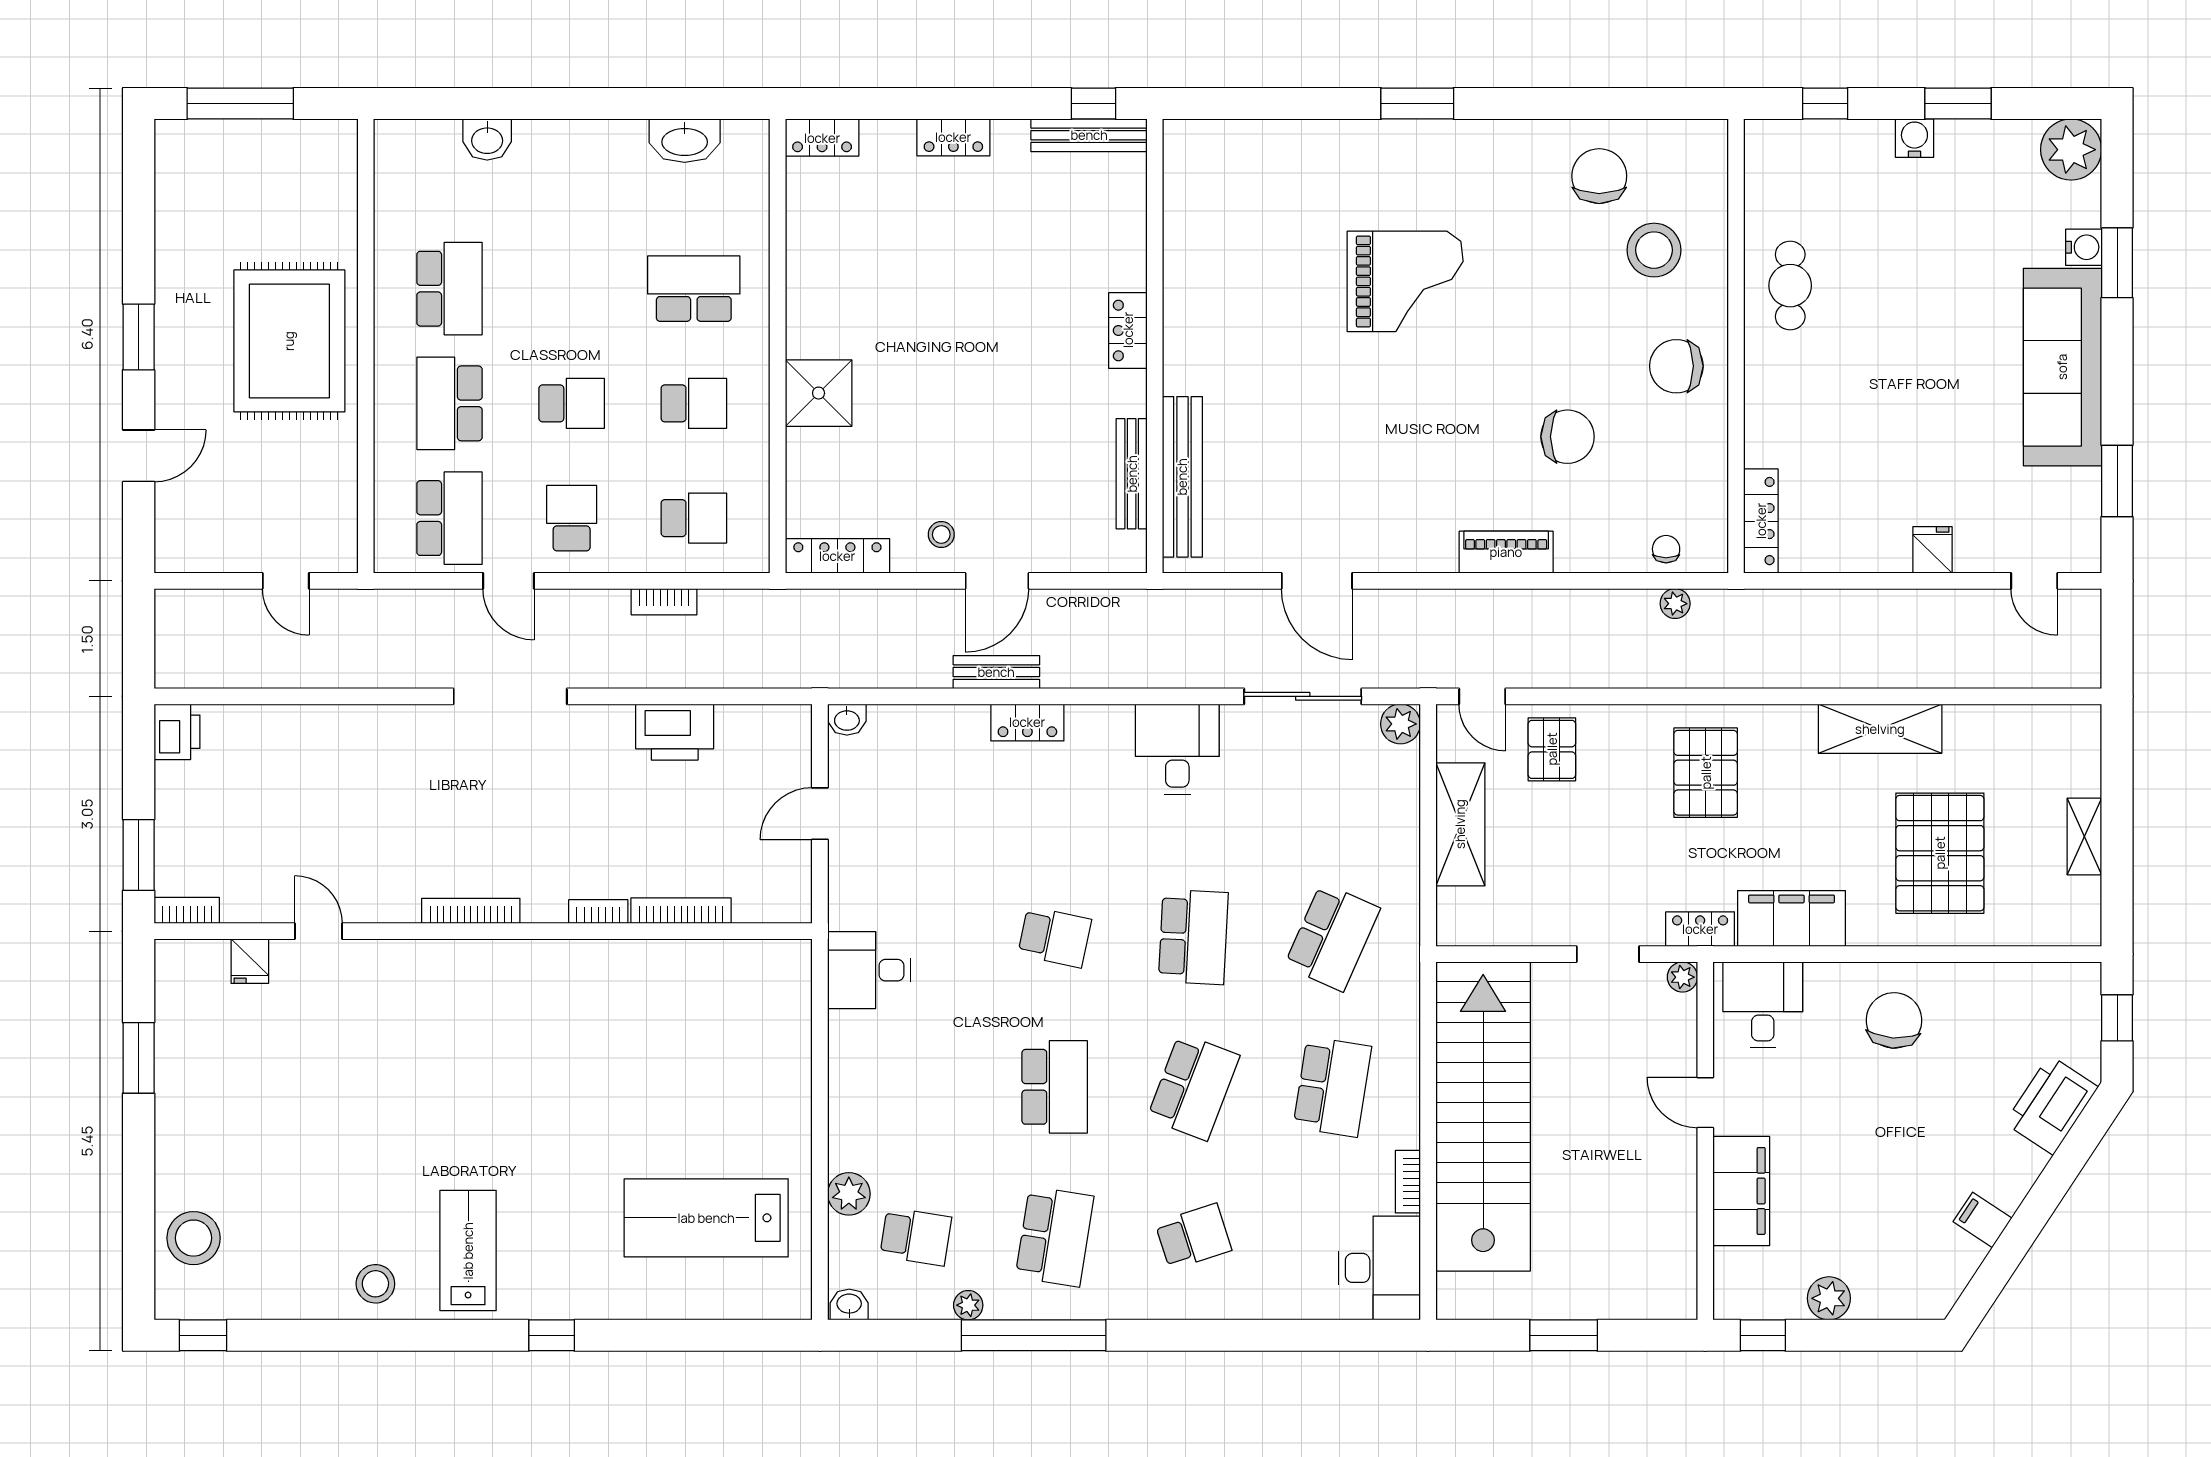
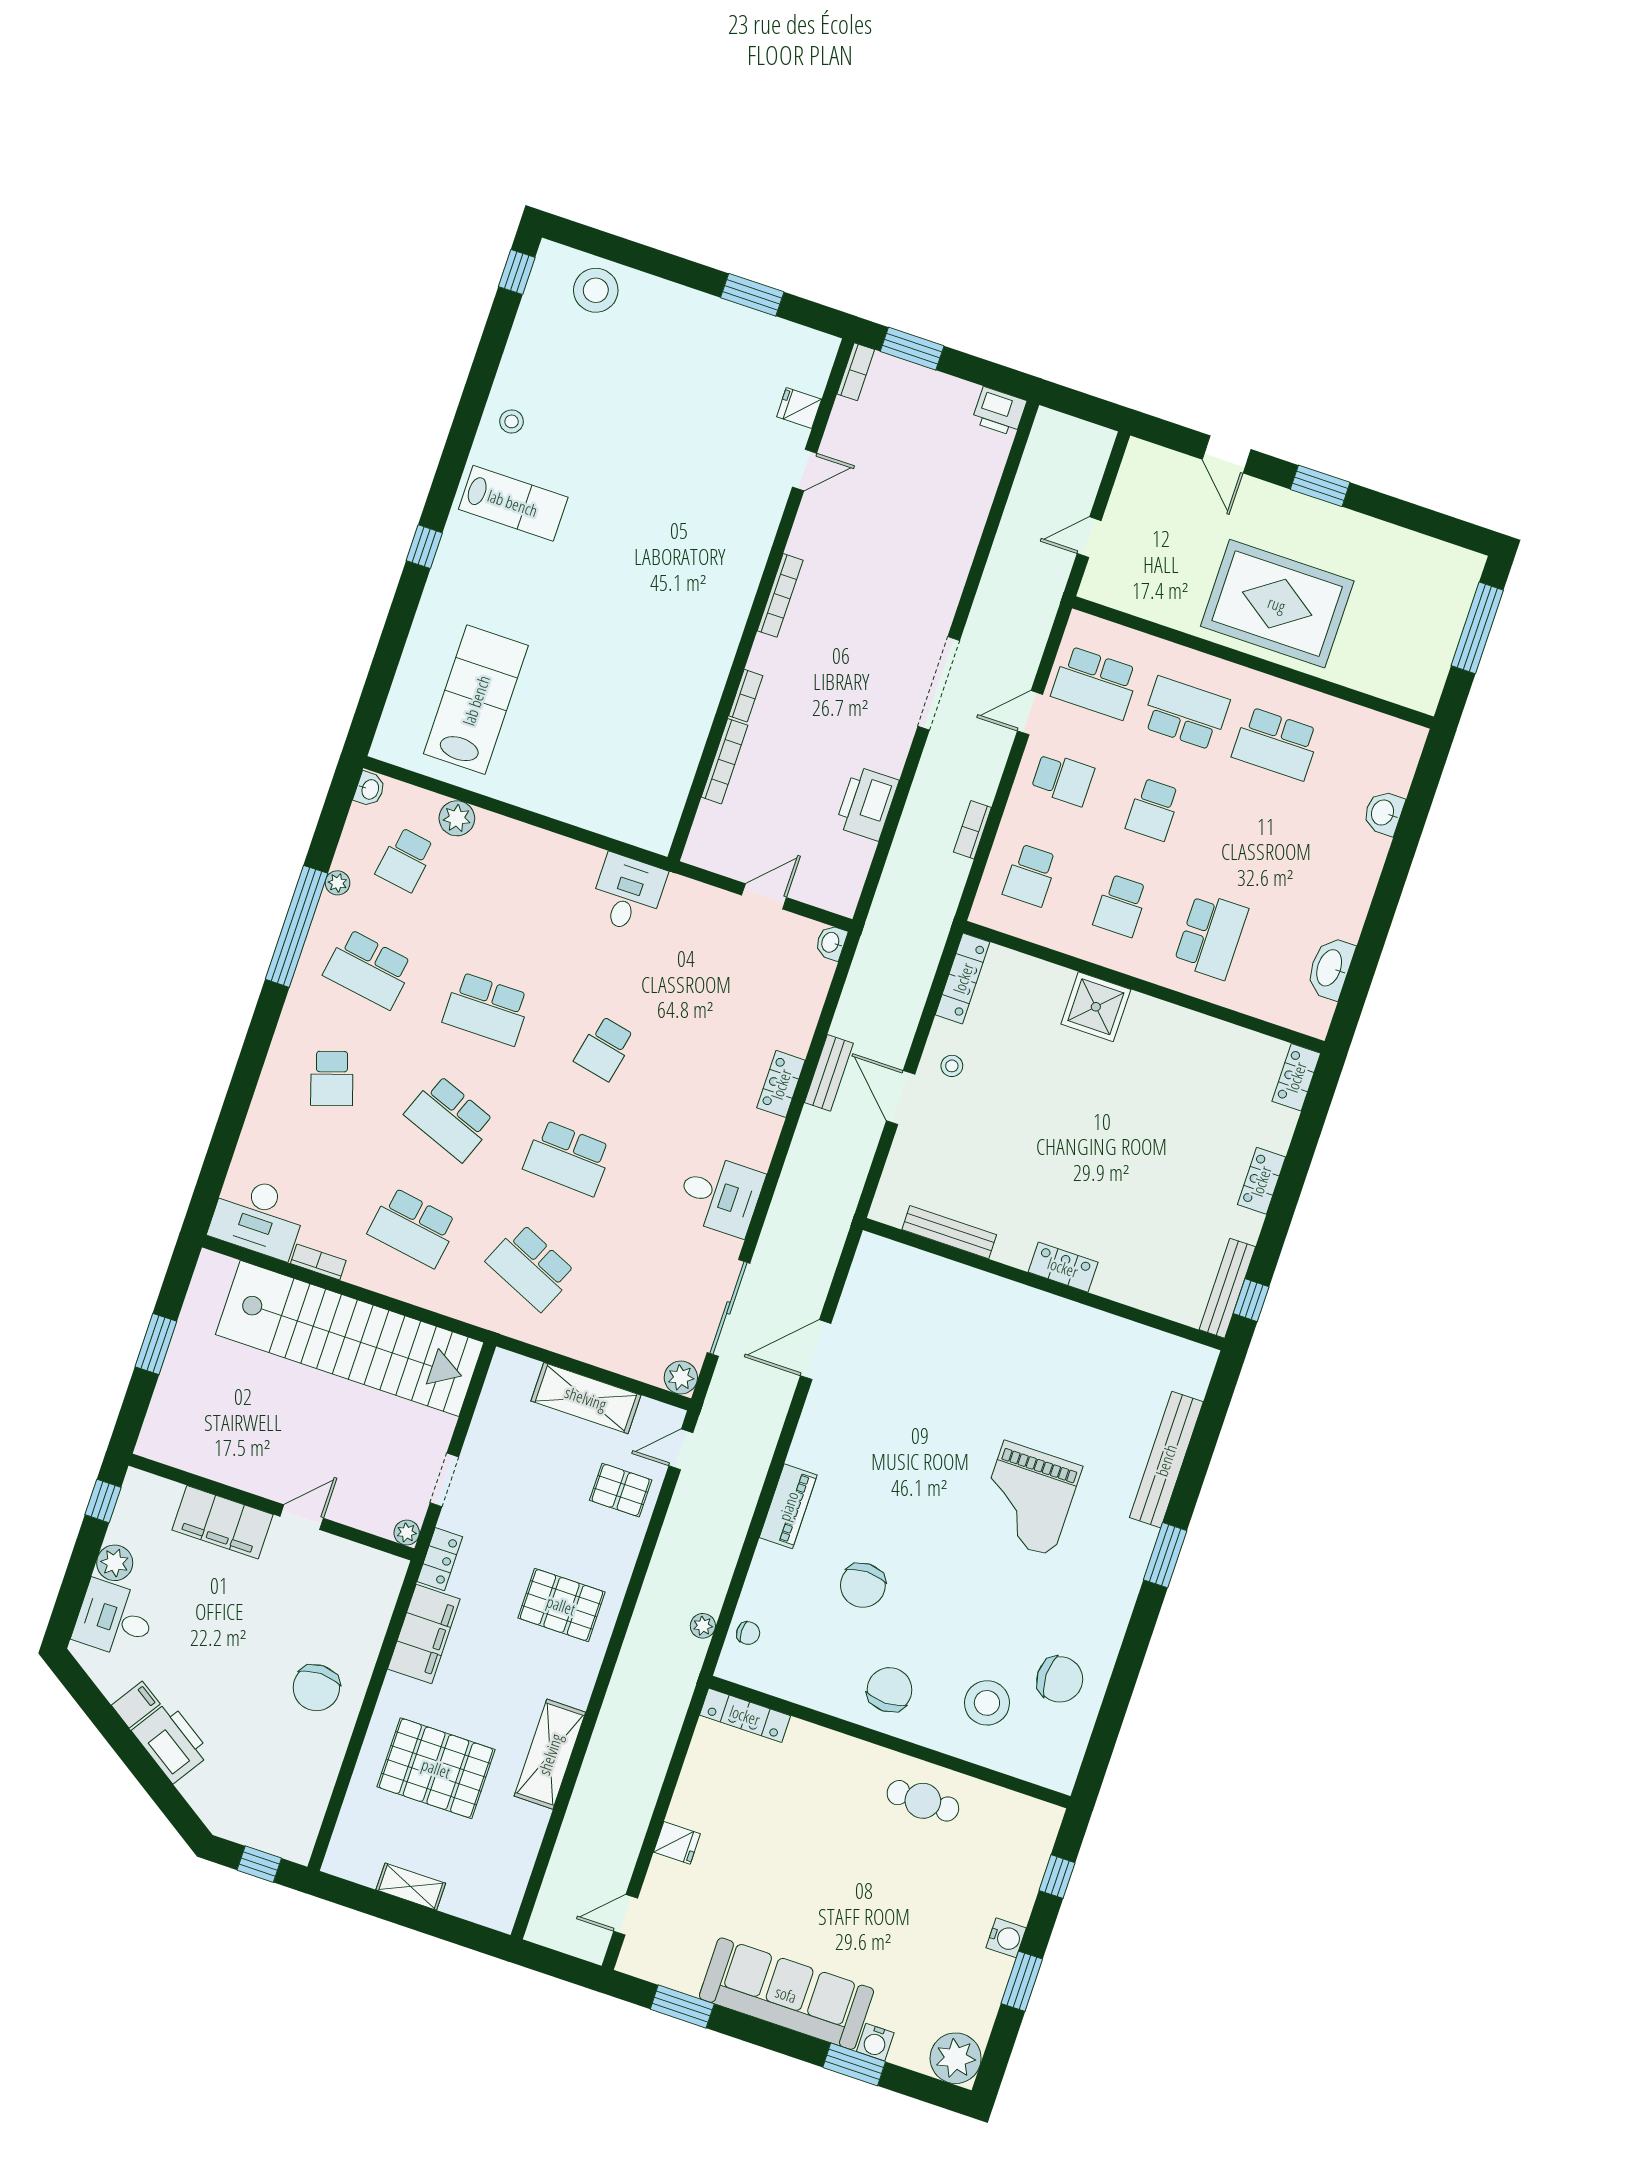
bench: (1182, 477) -> (1166, 1460), moved, turned 90
door: (820, 814) -> (764, 896), hinge flipped
desk: (1763, 1005) -> (114, 1619), moved, turned 180
chair: (1894, 1020) -> (316, 1688), turned 86
printer: (2051, 1105) -> (171, 1742), moved
stool: (375, 1284) -> (512, 421), width x0.73, depth x0.73

